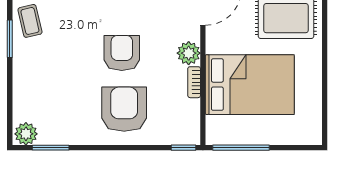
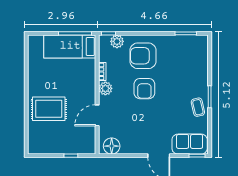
bed: (250, 85) -> (70, 46), moved, width x0.67
armchair: (124, 109) -> (143, 56), turned 90
plant: (26, 134) -> (117, 41), moved

